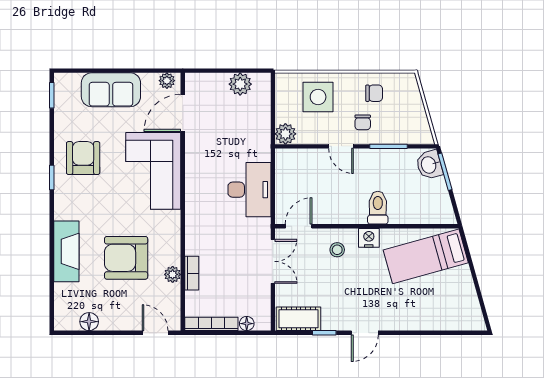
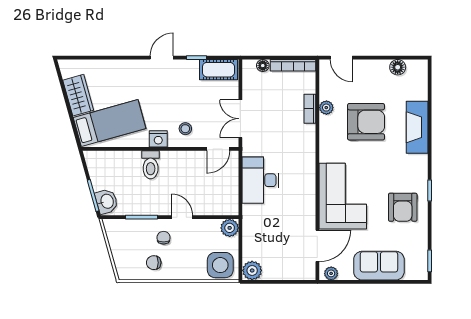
plant: (240, 84) -> (252, 270), moved
side table: (318, 97) -> (220, 265), moved
wardrobe: (462, 289) -> (78, 95), added

